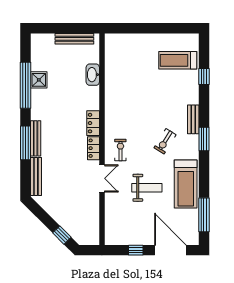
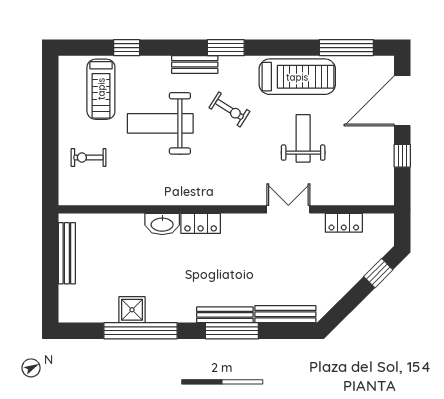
washbasin: (93, 75) -> (162, 224), moved
weight bench: (156, 98) -> (160, 123), added
locker: (94, 148) -> (344, 223), moved
exercise bike: (120, 150) -> (89, 157), moved

